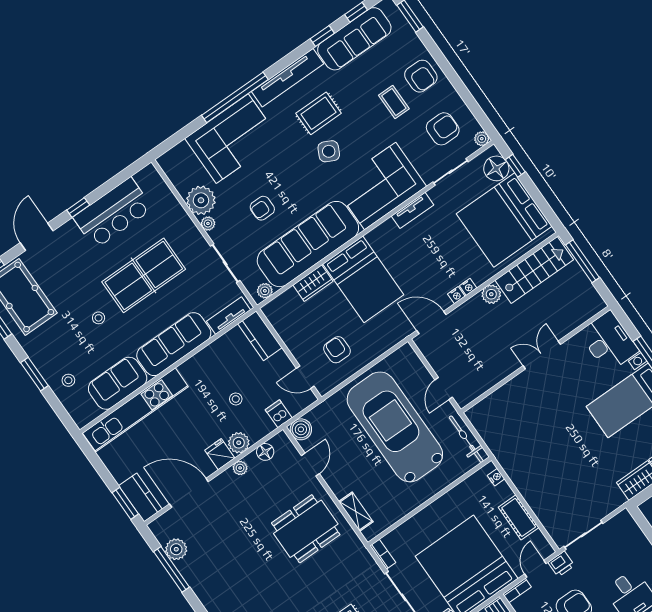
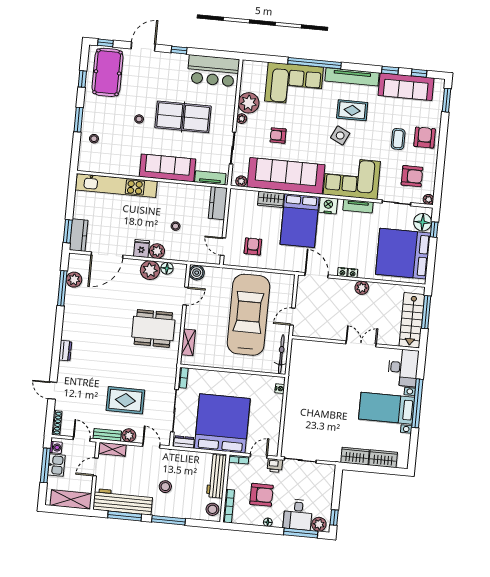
armchair: (421, 76) -> (425, 138), turned 180
bar counter: (113, 213) -> (213, 71), moved
nightstand: (380, 237) -> (328, 205), added
stairs: (534, 270) -> (412, 320), moved, turned 90
sofa: (118, 383) -> (119, 163), removed
dishwasher: (279, 414) -> (192, 254), removed
plant: (240, 468) -> (150, 270), width x1.88, depth x1.88
door: (189, 493) -> (107, 255), swing flipped
cot: (519, 517) -> (273, 421), removed

